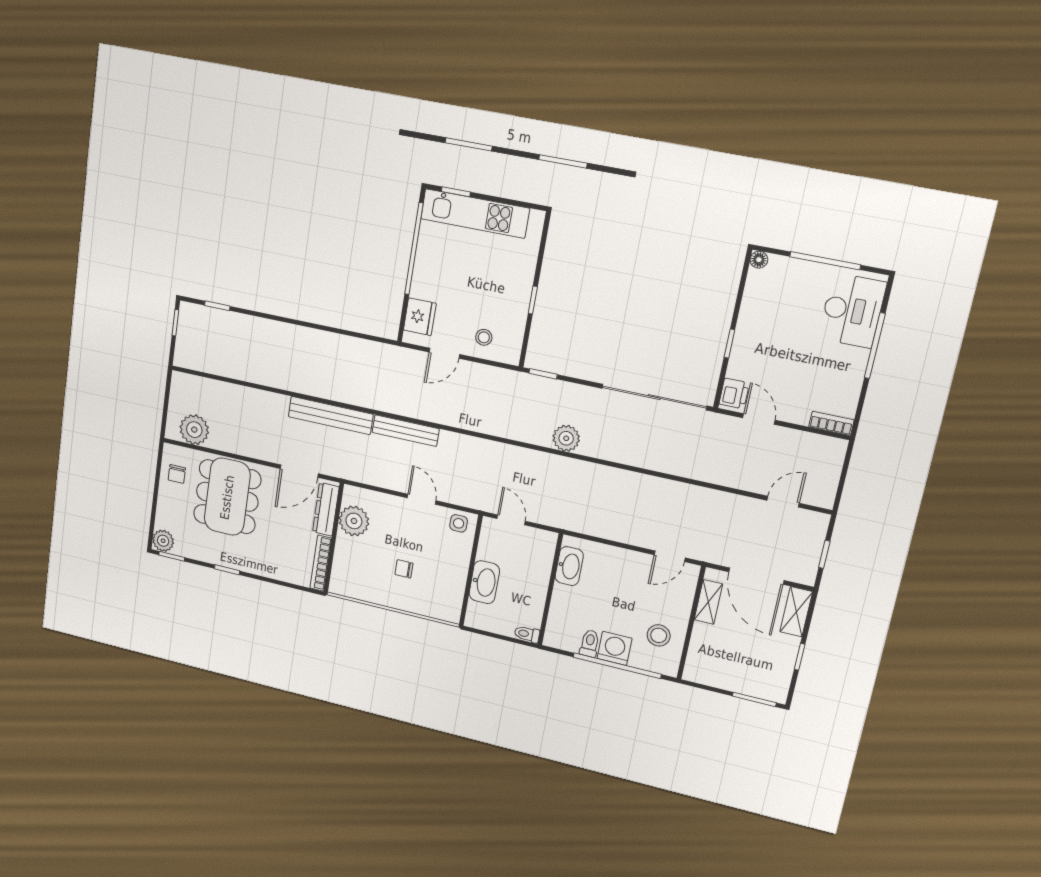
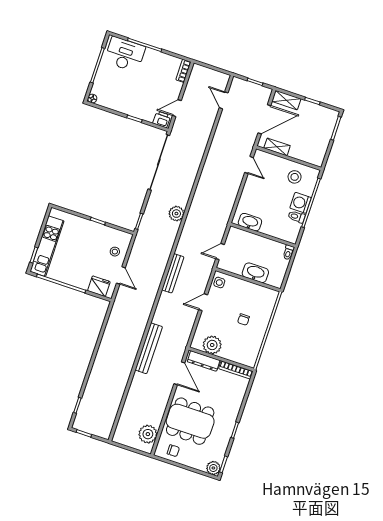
bench: (406, 431) -> (173, 273), moved

